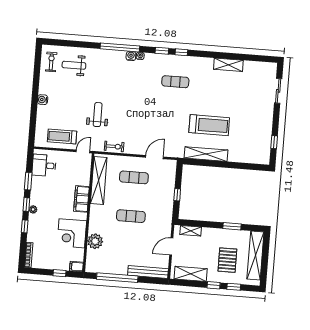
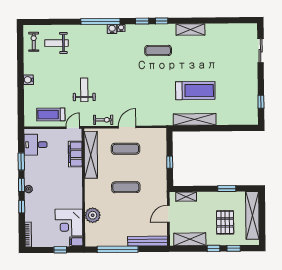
shelving: (228, 65) -> (190, 29), moved
door: (154, 157) -> (127, 127), moved
filing cabinet: (81, 199) -> (75, 154), moved
corner desk: (72, 233) -> (69, 223), moved

